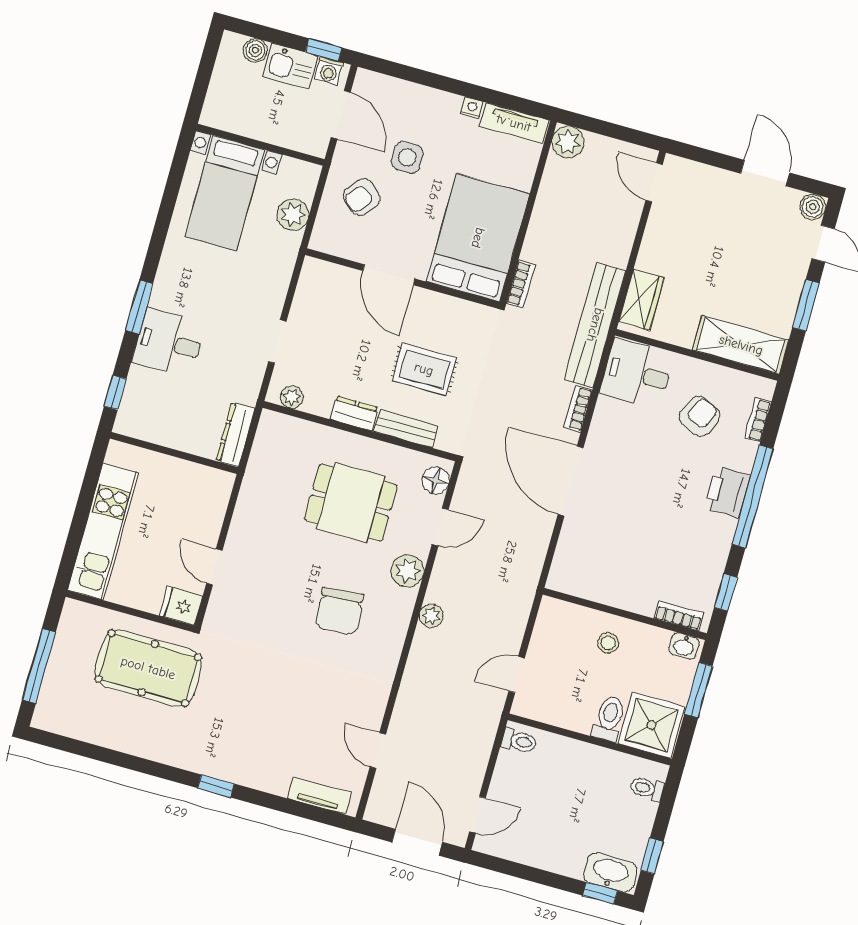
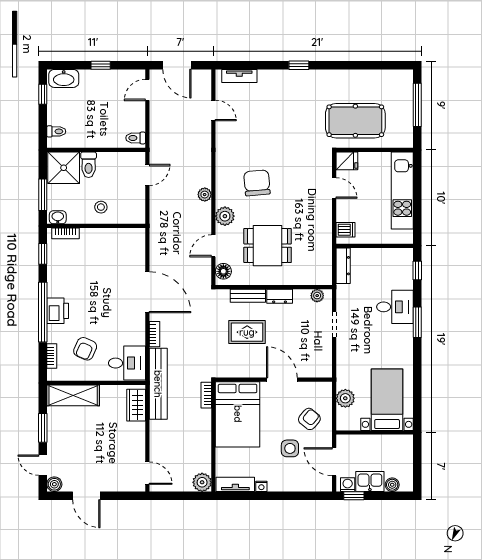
dishwasher: (215, 493) -> (346, 230), added
window: (600, 893) -> (101, 65), moved

